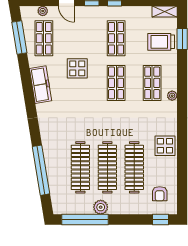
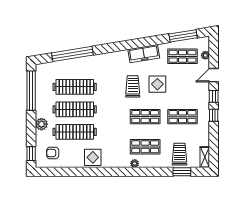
trolley: (80, 98) -> (133, 86), added
plant: (101, 207) -> (41, 124), moved

